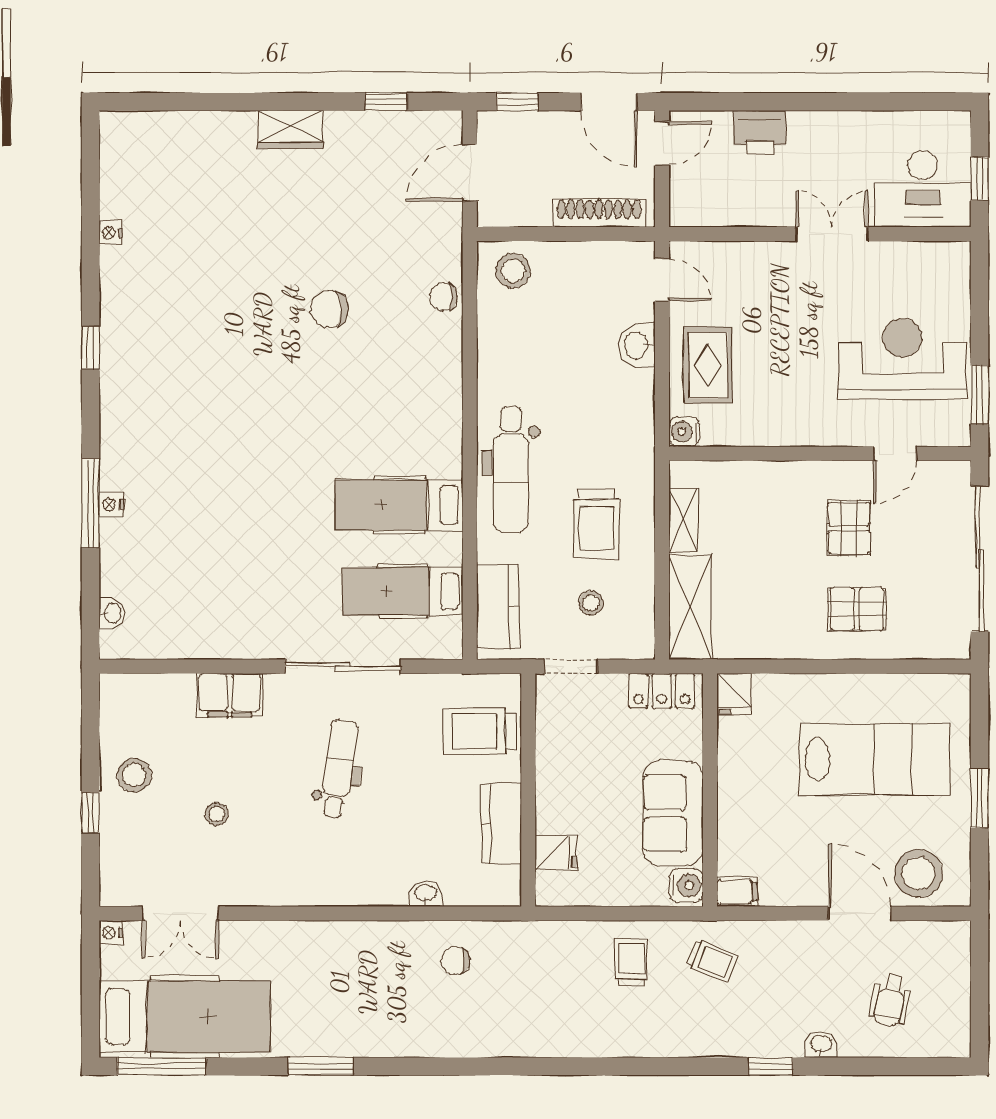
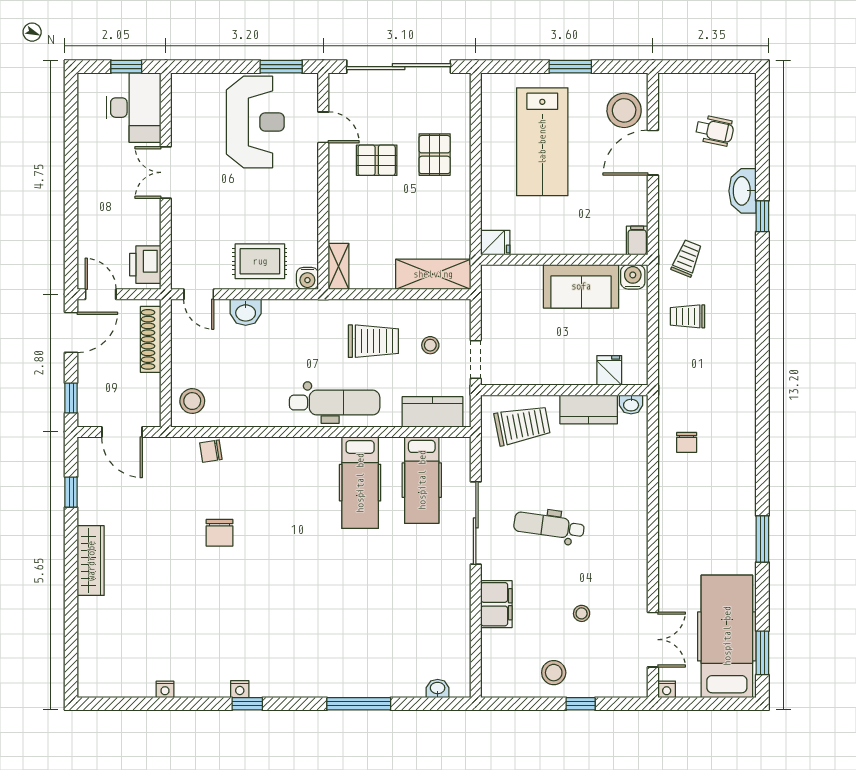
wardrobe: (290, 129) -> (91, 561), width x1.50
printer: (760, 132) -> (145, 265), moved, turned 180
door: (662, 280) -> (199, 294), swing flipped
chair: (443, 297) -> (211, 451), turned 81
reception desk: (902, 359) -> (255, 122), turned 180
nightstand: (111, 504) -> (240, 689), moved
shelving: (683, 520) -> (338, 266), moved, turned 90
locker: (662, 691) -> (493, 294), removed
trolley: (479, 731) -> (522, 425), turned -101
lab bench: (875, 759) -> (542, 142), turned 180
washbasin: (426, 894) -> (631, 405), moved, turned -90
washbasin: (821, 1045) -> (743, 191), width x1.91, depth x1.45
window: (162, 1066) -> (762, 653), width x0.69

